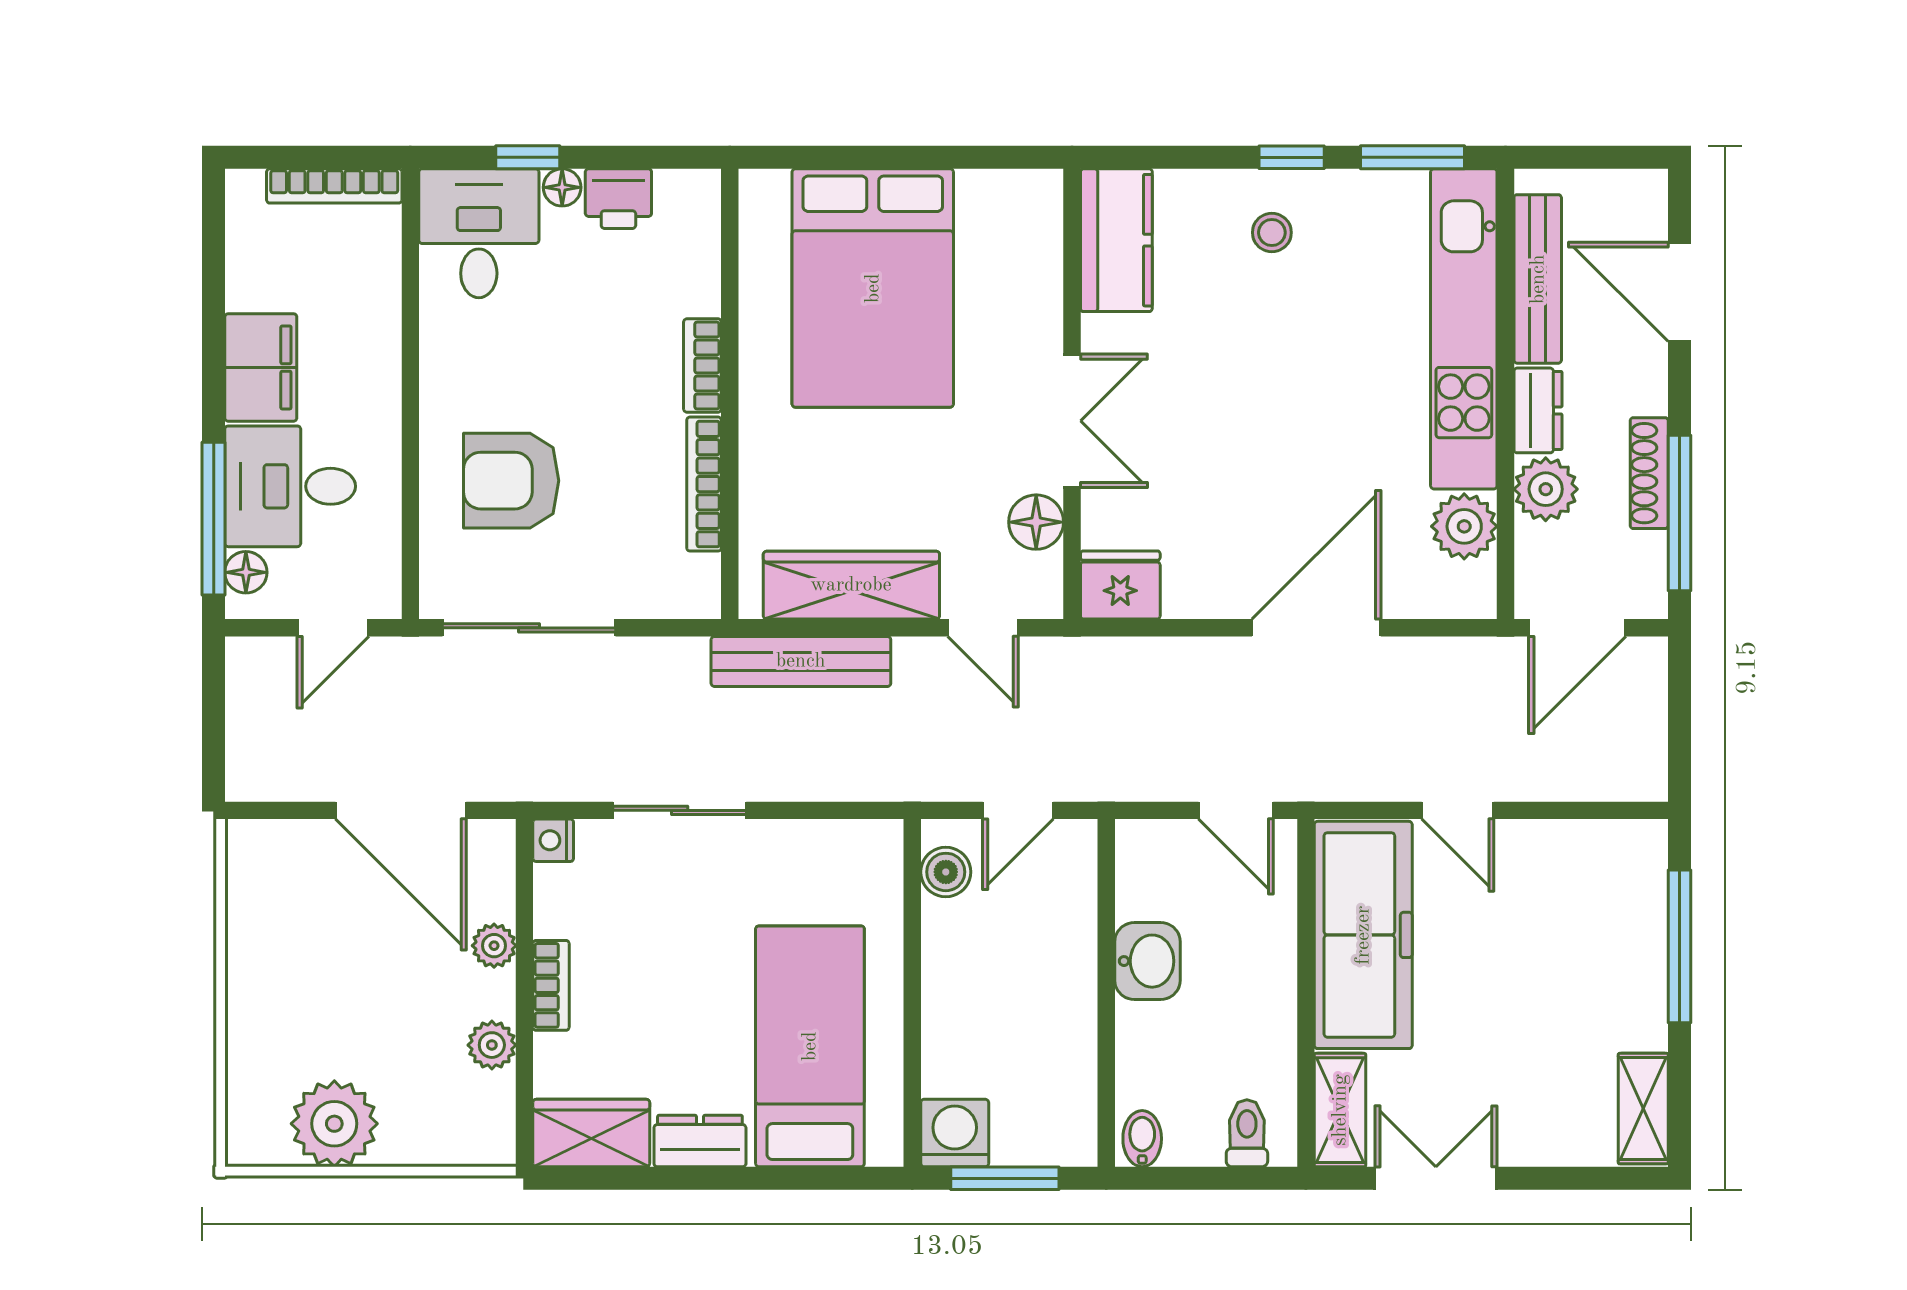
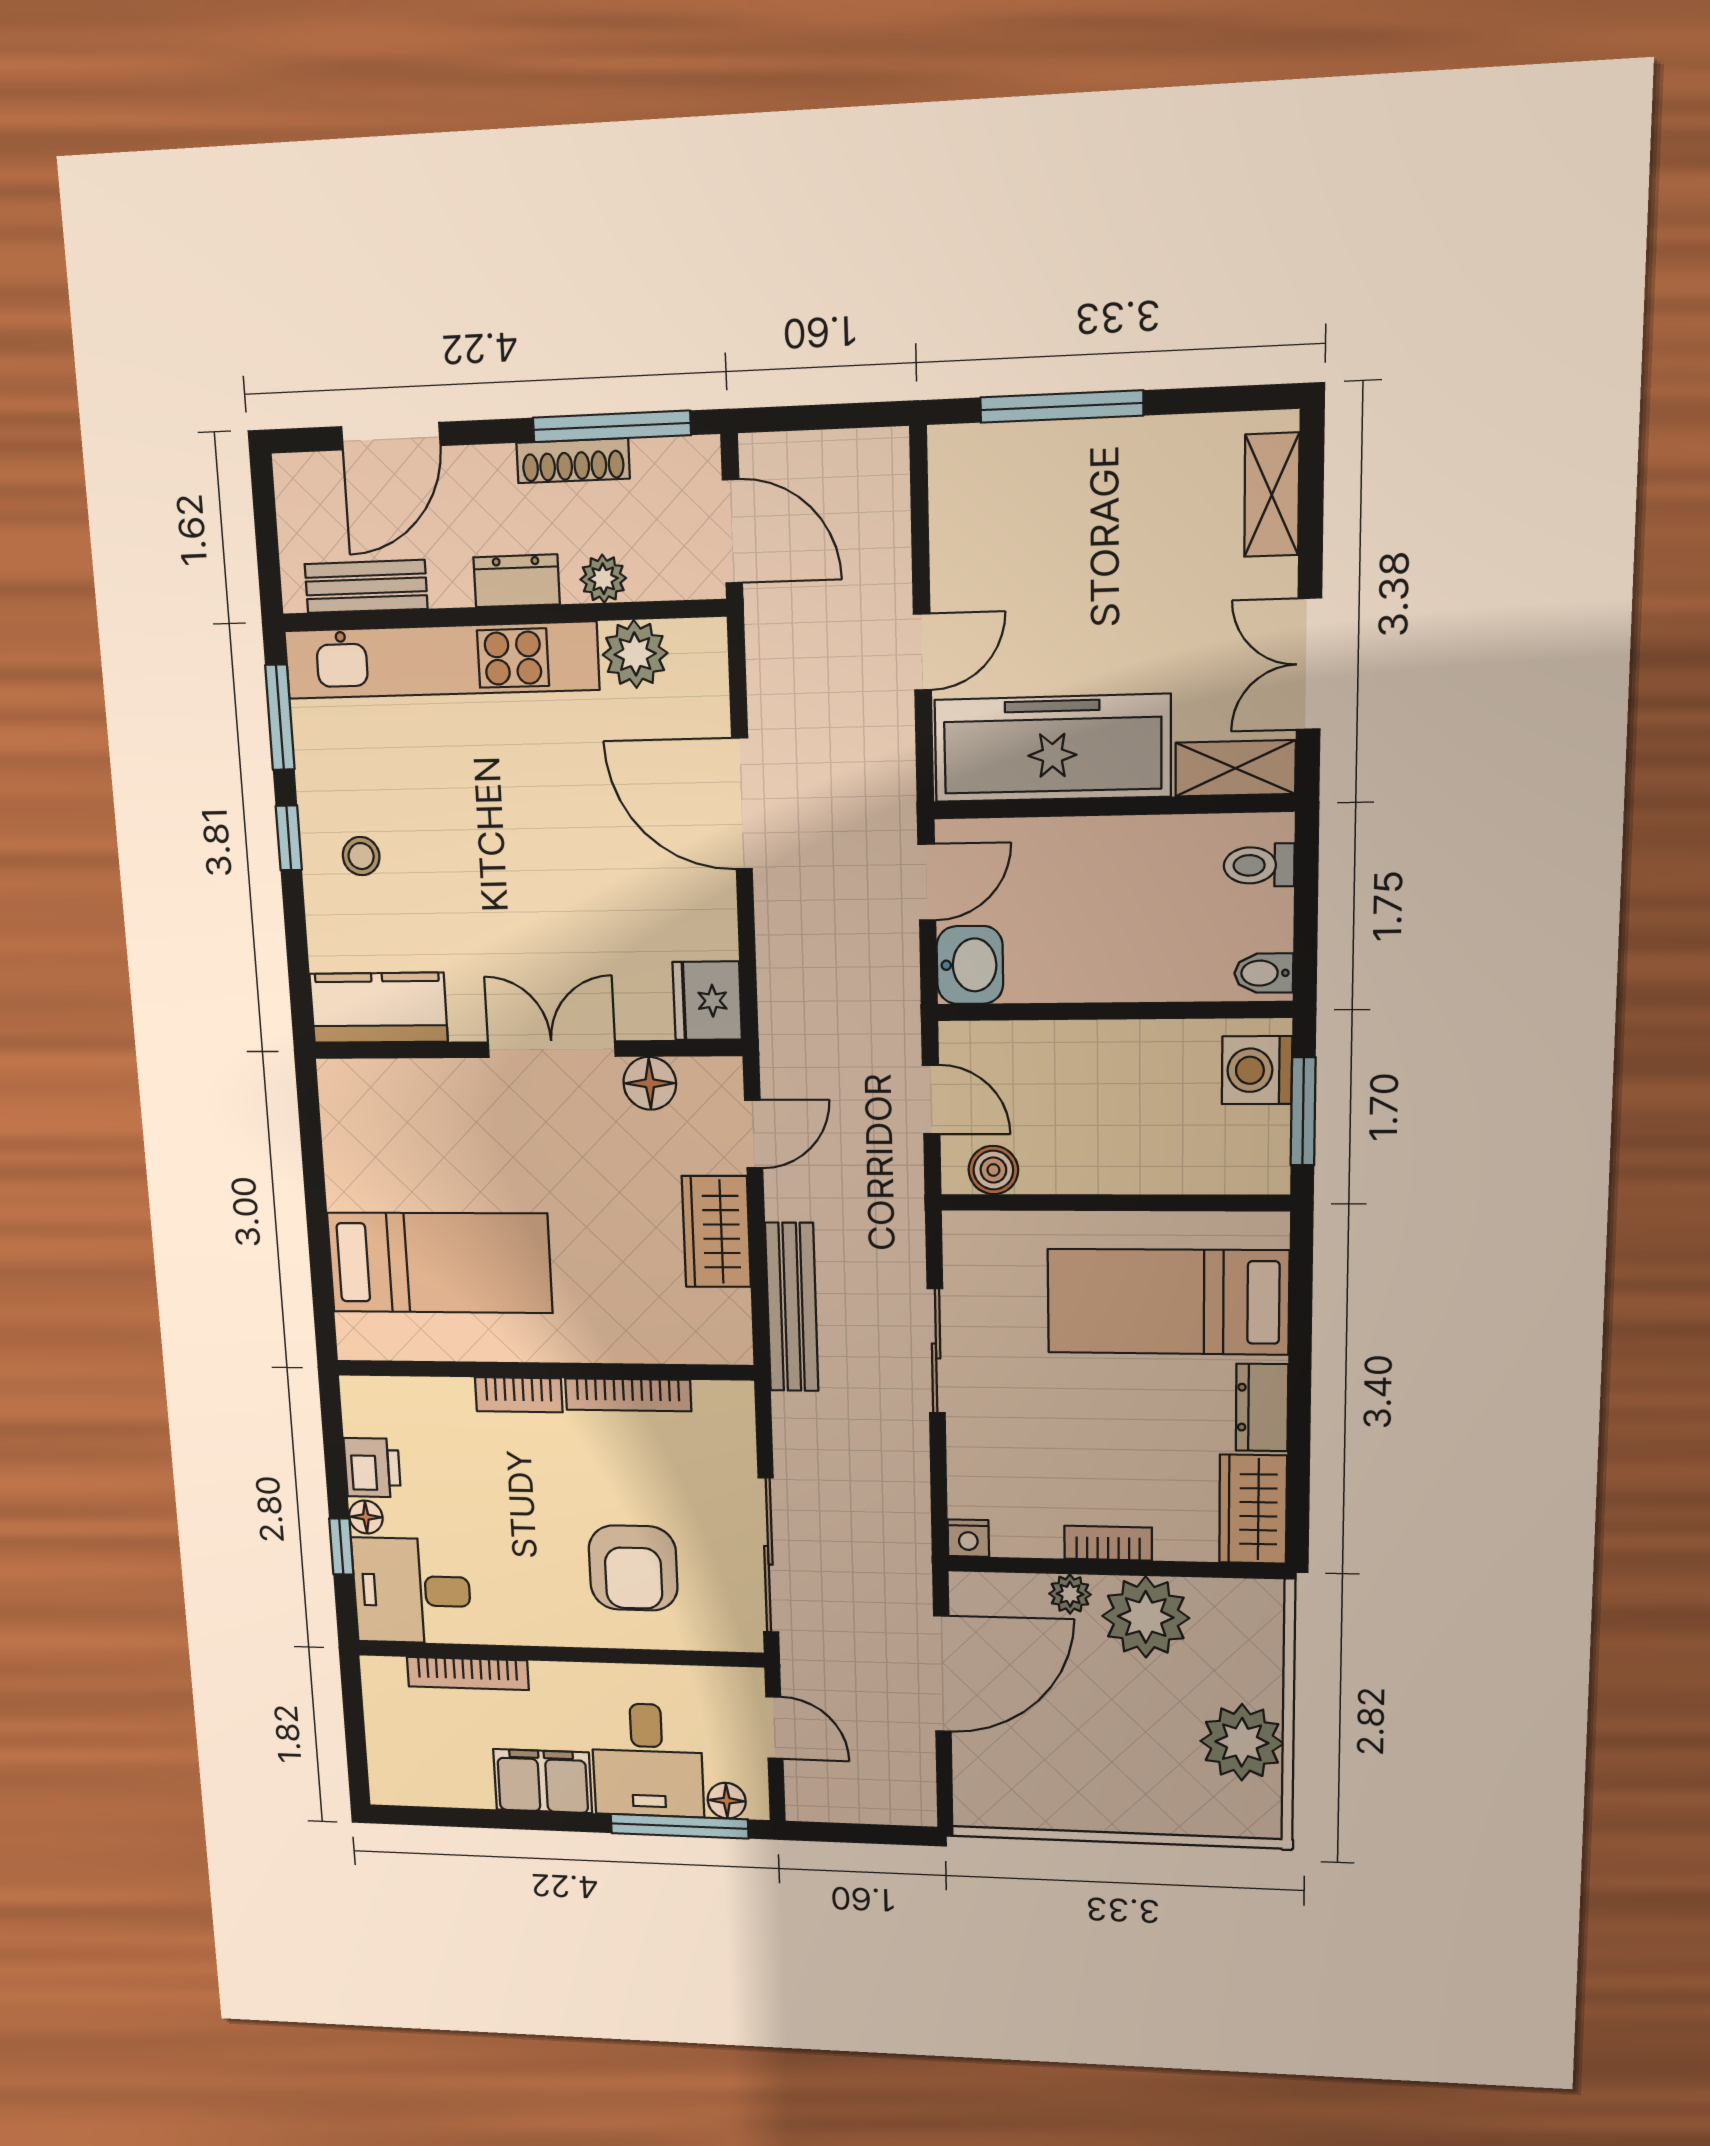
bookcase: (334, 186) -> (468, 1674), moved, turned 90
bench: (1538, 279) -> (366, 586), width x0.73
bed: (873, 288) -> (440, 1263), width x0.67
plant: (1546, 489) -> (603, 579), width x0.73, depth x0.73
wardrobe: (851, 585) -> (716, 1232), width x0.67
sliding door: (680, 810) -> (936, 1351), moved
washbasin: (1147, 961) -> (970, 965), moved, turned 90
plant: (492, 1045) -> (1146, 1617), width x1.87, depth x1.87
shelving: (1643, 1109) -> (1272, 495), moved, turned 90
washing machine: (955, 1133) -> (1257, 1070), moved

